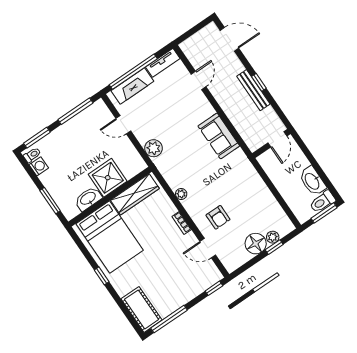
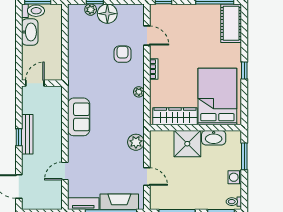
washing machine: (39, 166) -> (235, 177), moved

